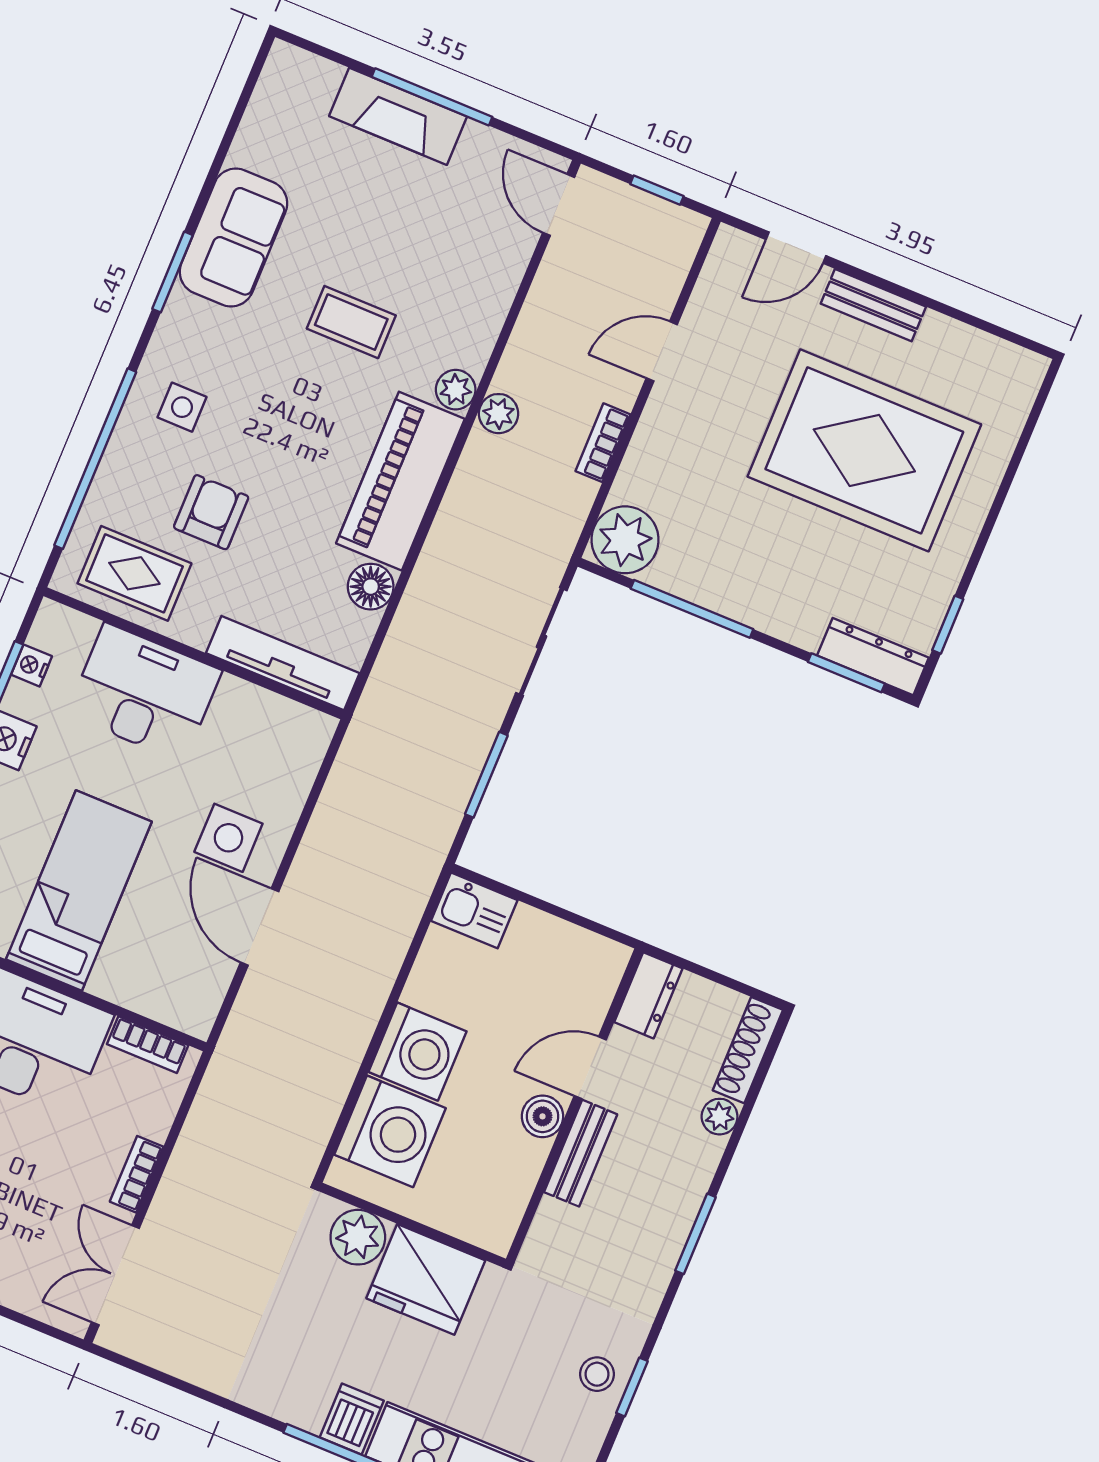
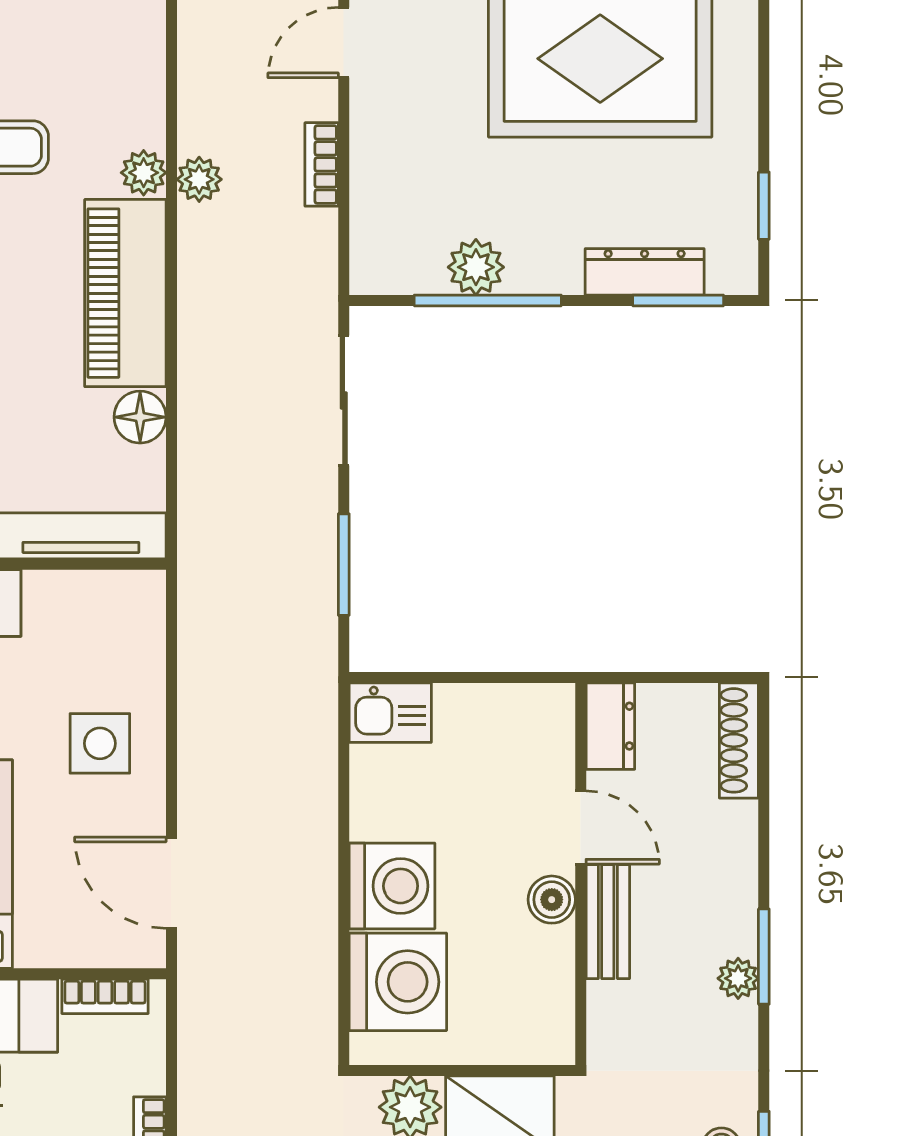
plant: (625, 540) -> (476, 267), moved, width x0.73, depth x0.73
dresser: (873, 657) -> (645, 272), moved
door: (260, 927) -> (171, 883), moved
door: (590, 1068) -> (581, 828), swing flipped
plant: (720, 1117) -> (738, 978), moved

